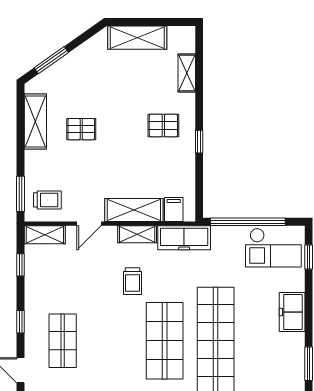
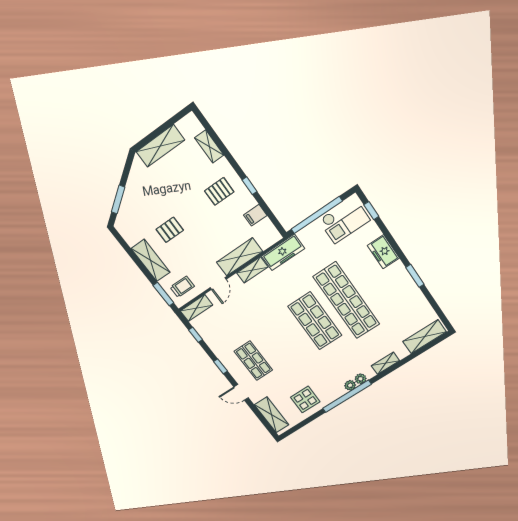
shelving: (35, 122) -> (151, 260), moved
filing cabinet: (174, 210) -> (255, 215), moved, turned -90
trolley: (132, 281) -> (270, 300), removed

